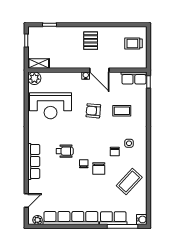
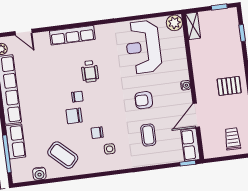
door: (99, 70) -> (196, 115), moved
armchair: (93, 111) -> (144, 100), turned -95
water cooler: (142, 219) -> (39, 174), moved

